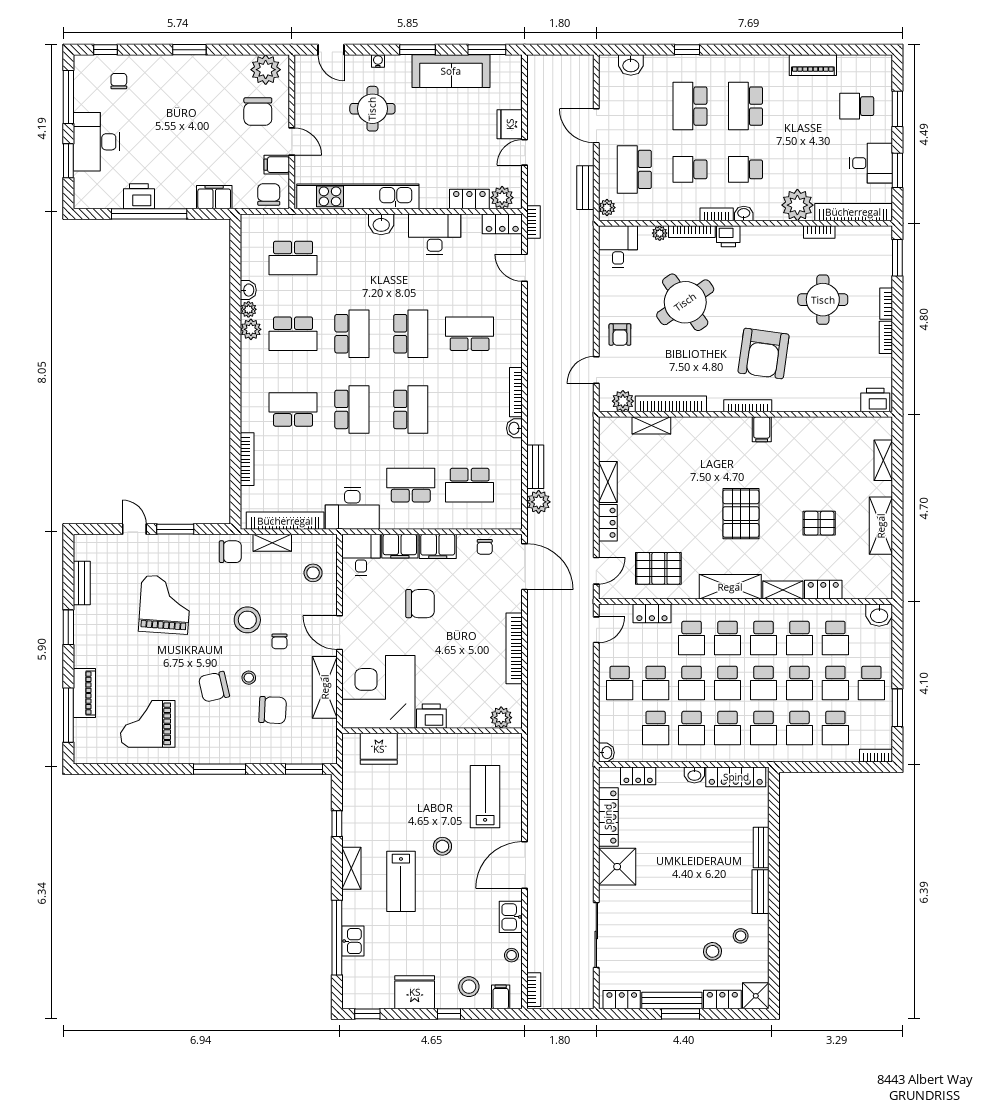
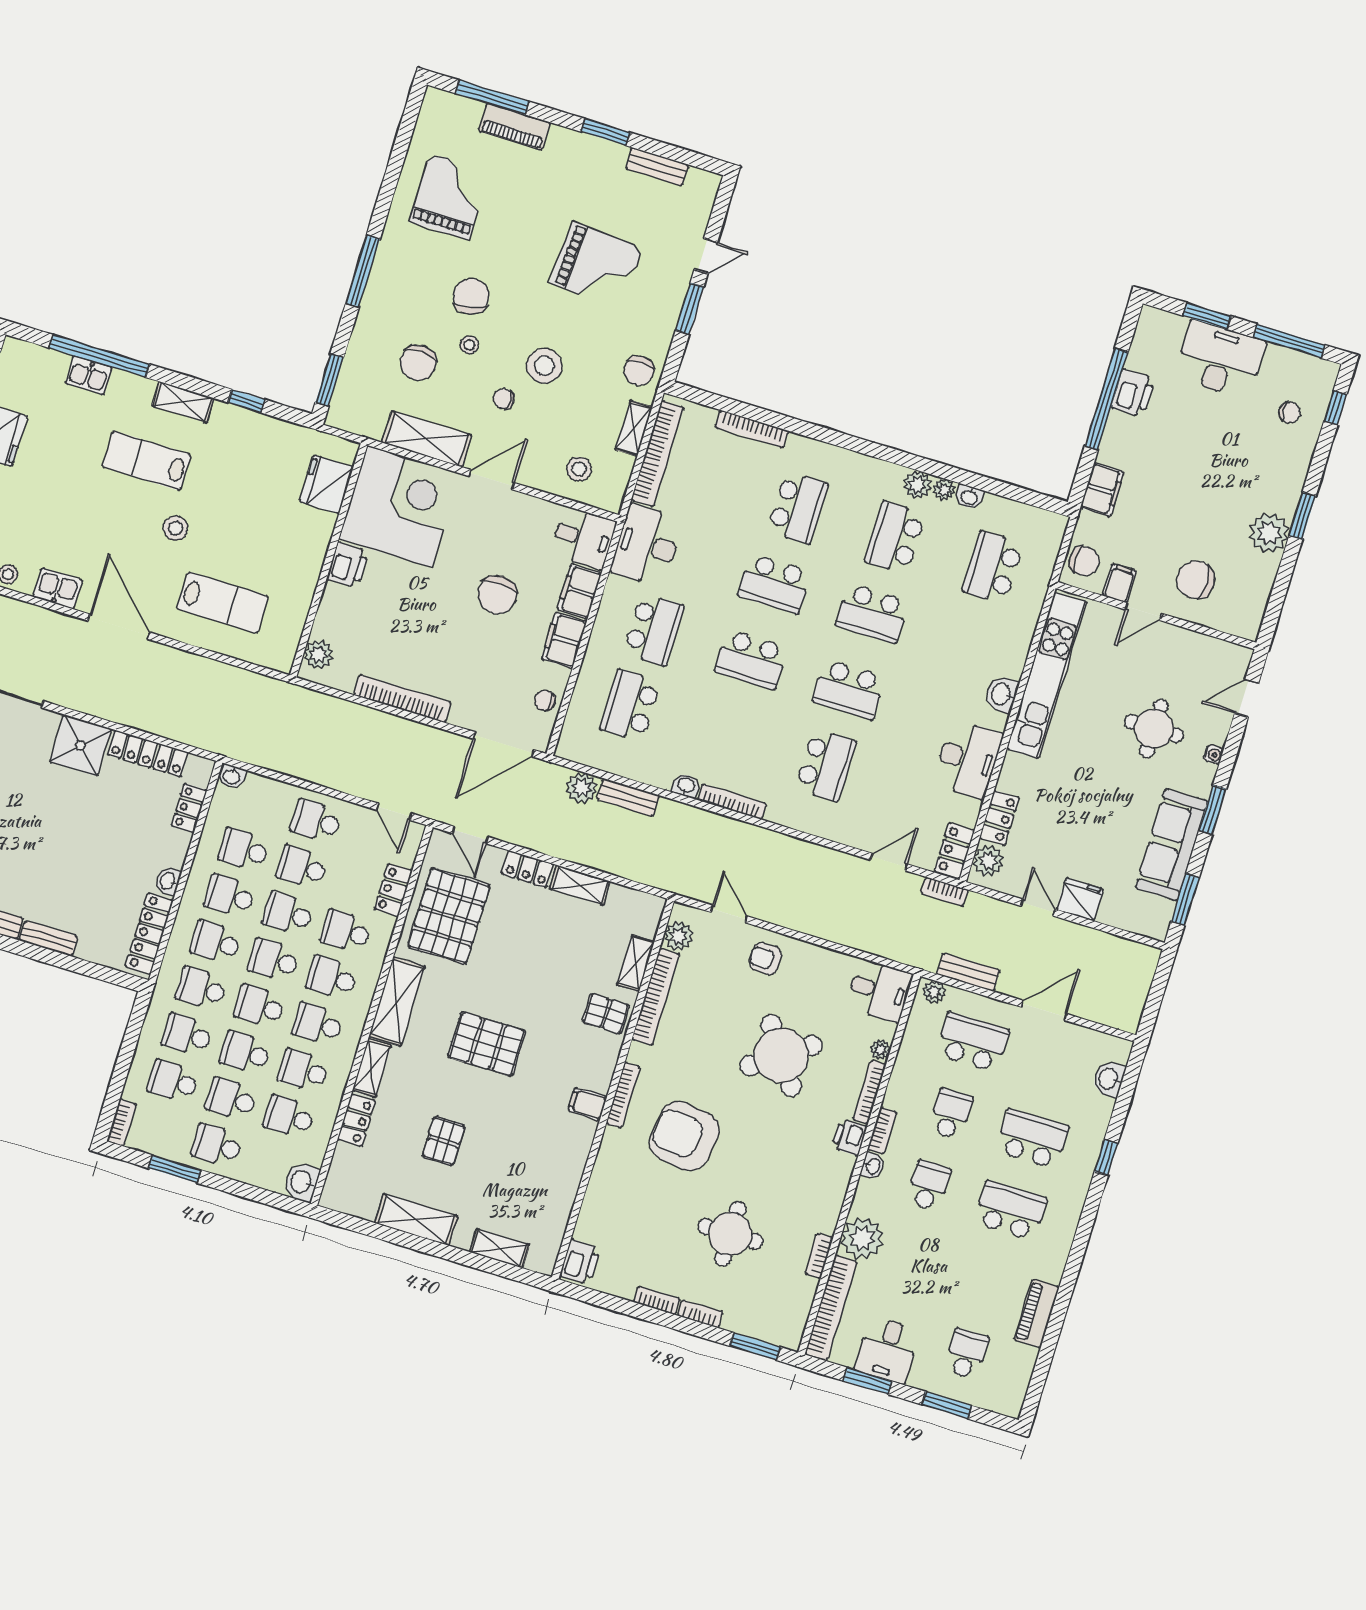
plant: (266, 70) -> (1269, 533), moved
pallet: (694, 436) -> (606, 1014), added
pallet: (658, 568) -> (449, 916), width x1.37, depth x1.41

